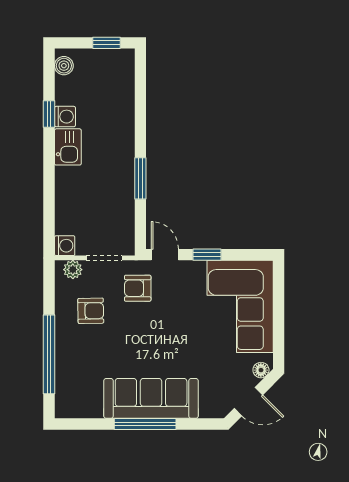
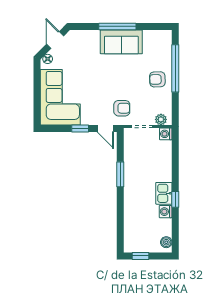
window: (49, 114) -> (175, 199), moved
armchair: (91, 311) -> (157, 79), moved
sofa: (151, 398) -> (121, 42), width x0.73
door: (248, 402) -> (55, 40), hinge flipped

